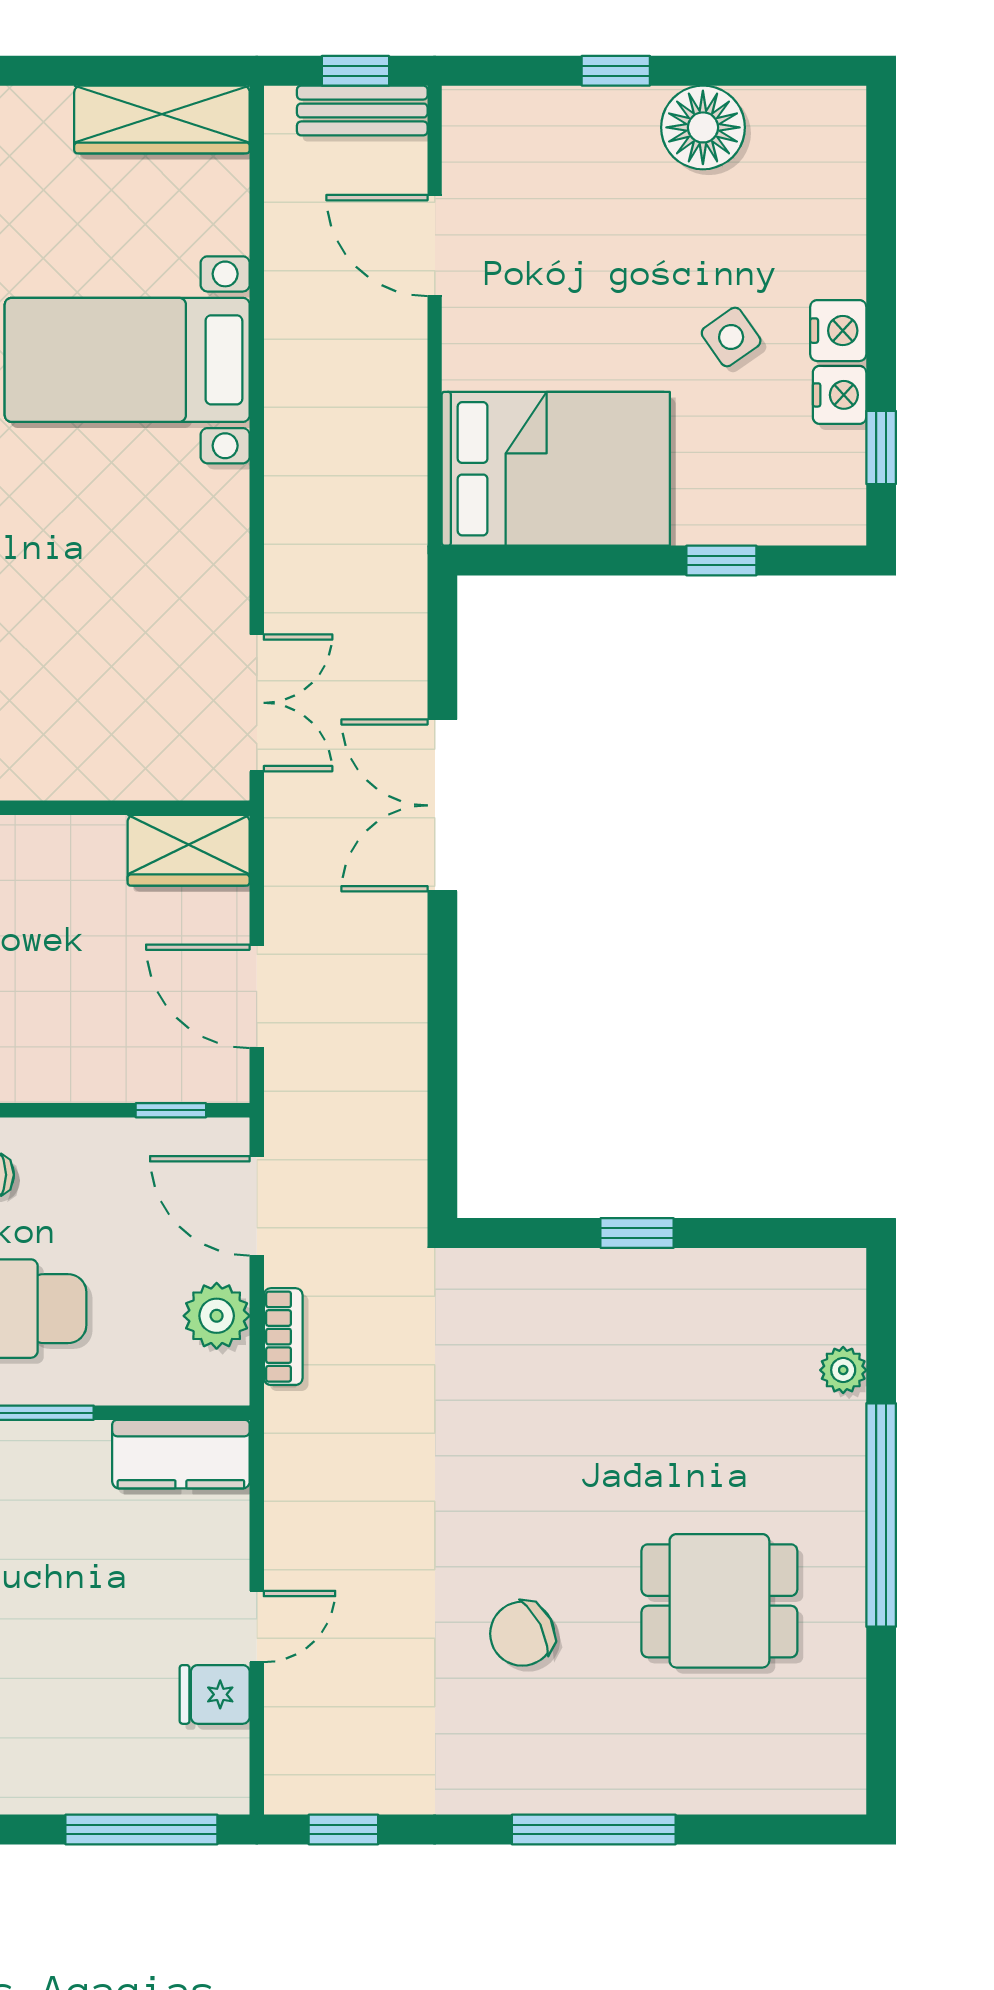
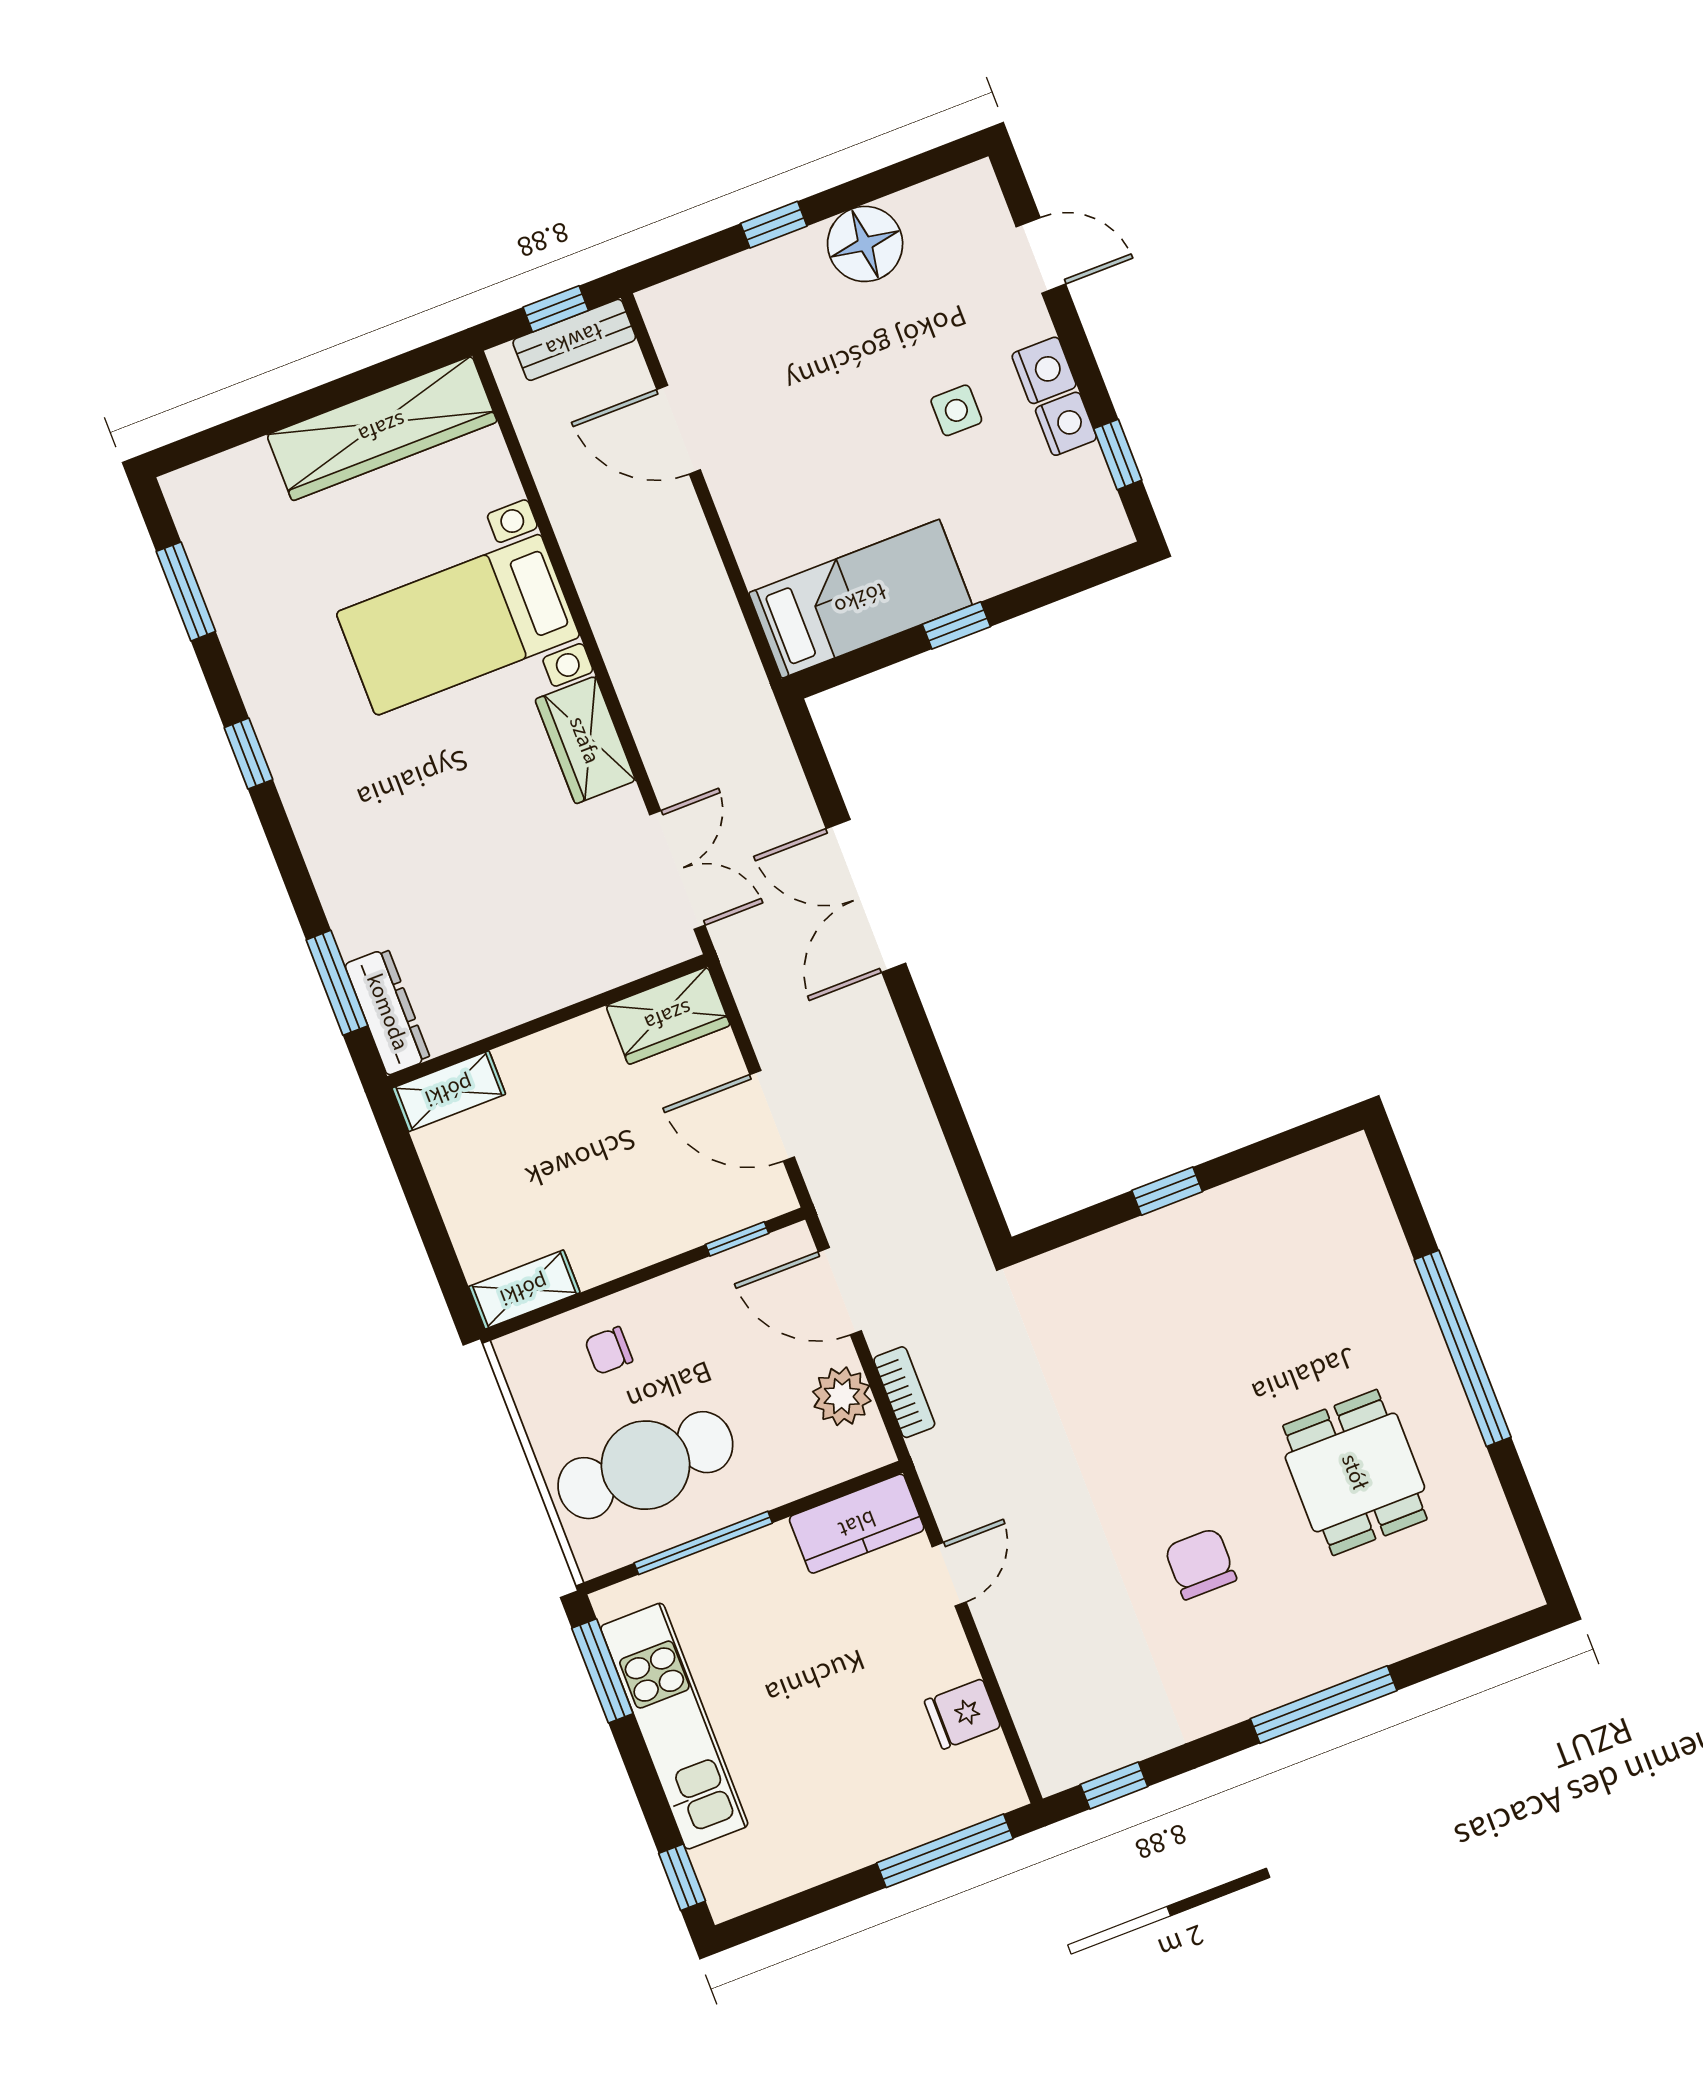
wardrobe: (162, 119) -> (382, 428), width x1.40, depth x1.17
door: (881, 210) -> (1041, 255), added
side table: (731, 337) -> (956, 410), turned 35
bed: (556, 469) -> (860, 599), width x0.67
wardrobe: (213, 531) -> (585, 740), added
window: (721, 561) -> (956, 625), moved
plant: (843, 1370) -> (1384, 1239), removed
dining table: (719, 1601) -> (1355, 1472), turned 90
door: (257, 1626) -> (949, 1574), moved
chair: (522, 1634) -> (1200, 1564), turned 117

